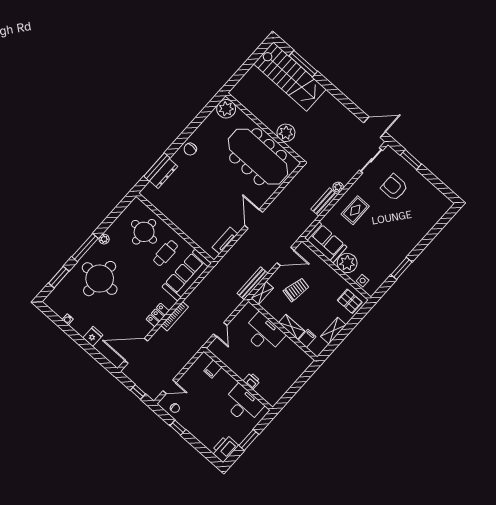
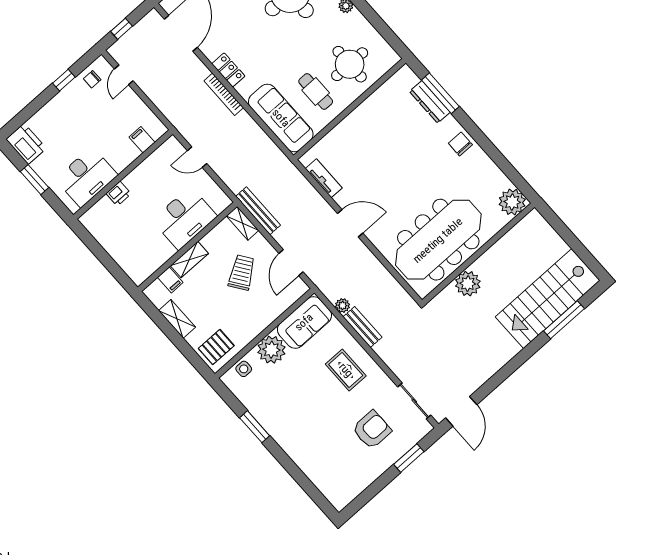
plant: (338, 187) -> (343, 305), moved
trolley: (296, 290) -> (242, 272), turned -136

